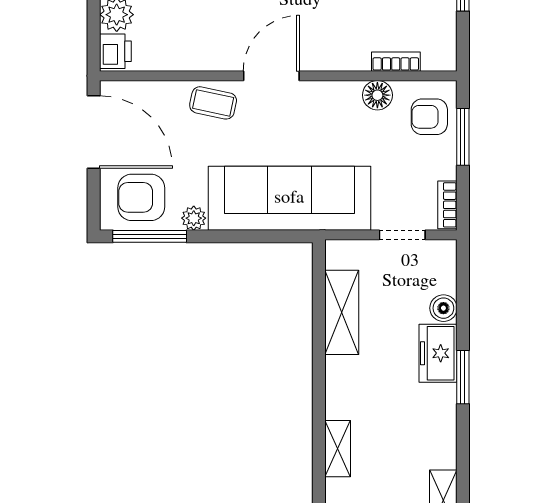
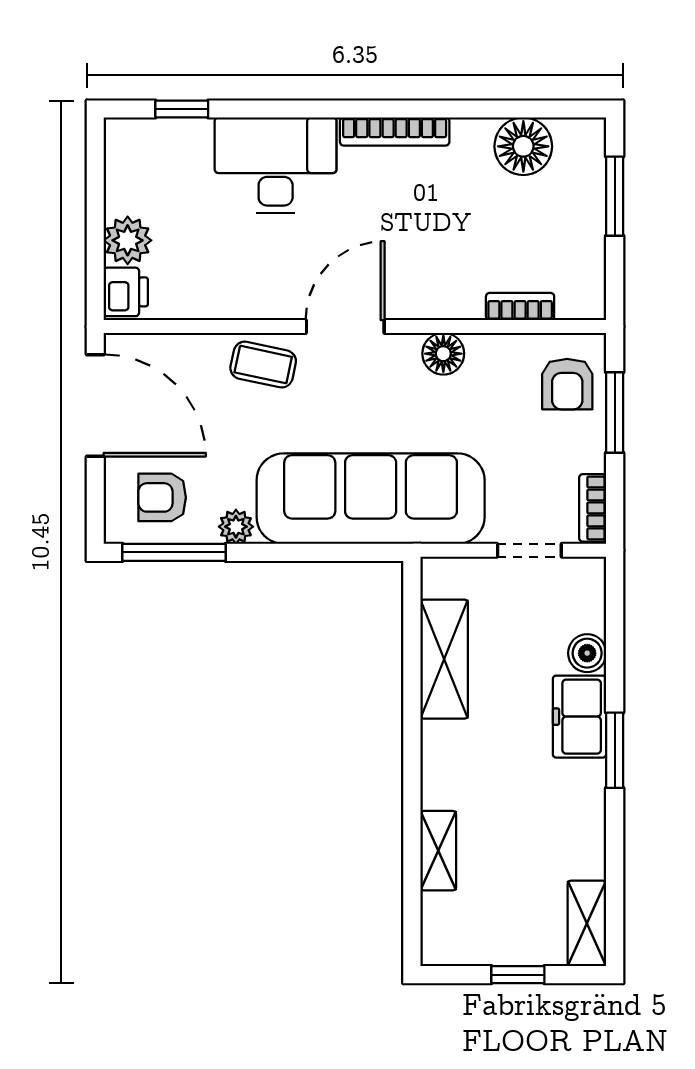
floor lamp: (377, 95) -> (443, 354), moved
armchair: (429, 117) -> (567, 384), turned -90
armchair: (141, 197) -> (162, 497), width x0.72, depth x0.72

